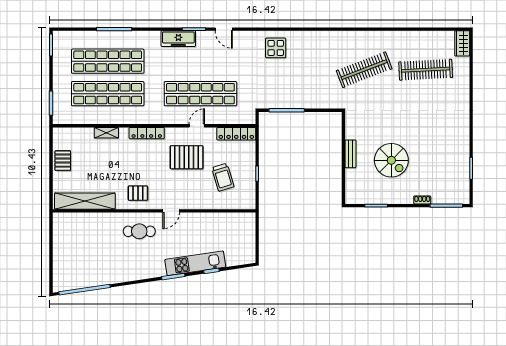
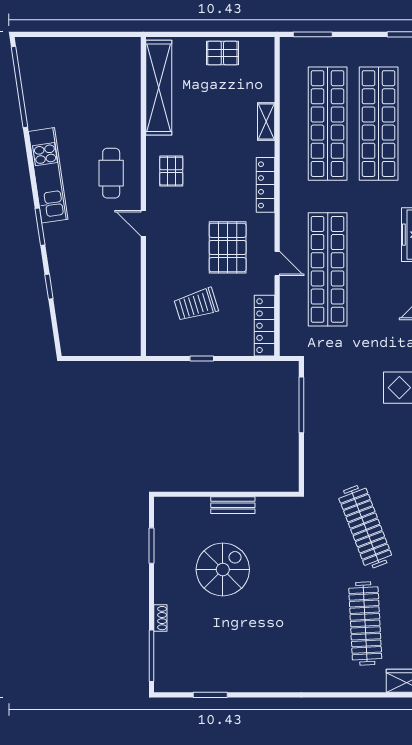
spiral stairs: (391, 160) -> (223, 569), turned 180
kitchen unit: (195, 263) -> (48, 175), moved

